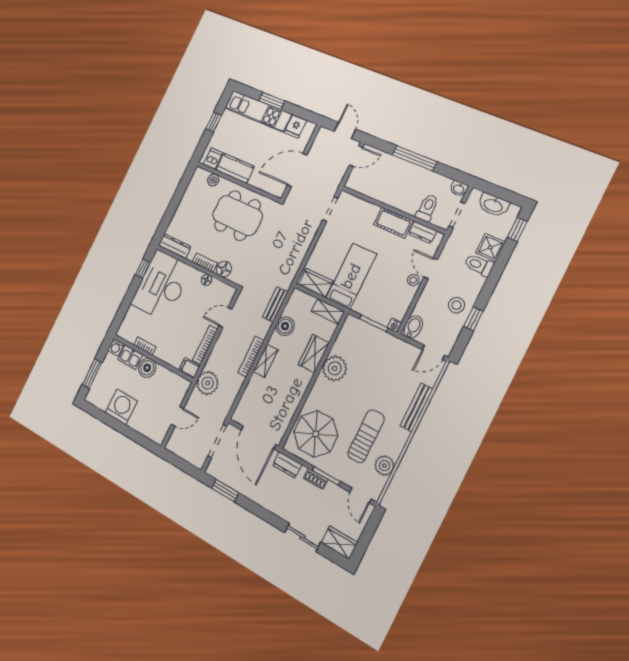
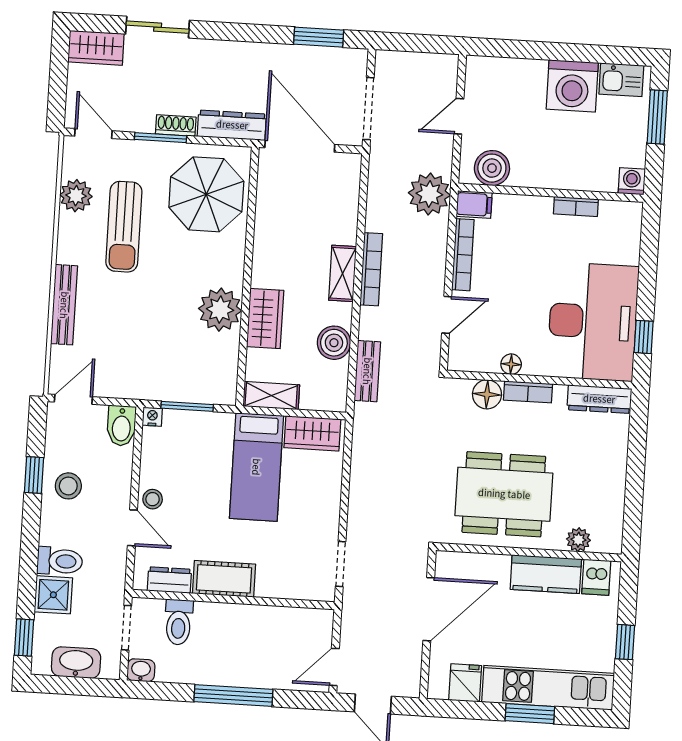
kitchen sink: (130, 357) -> (621, 80), moved, turned 180
boiler: (147, 368) -> (492, 168), moved
dresser: (287, 465) -> (232, 125), width x1.44

